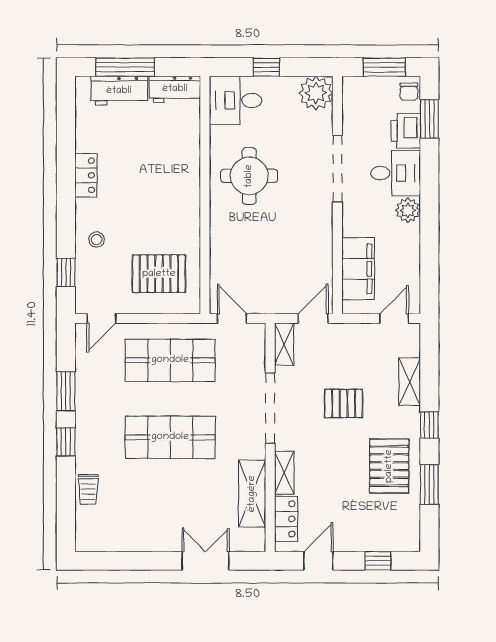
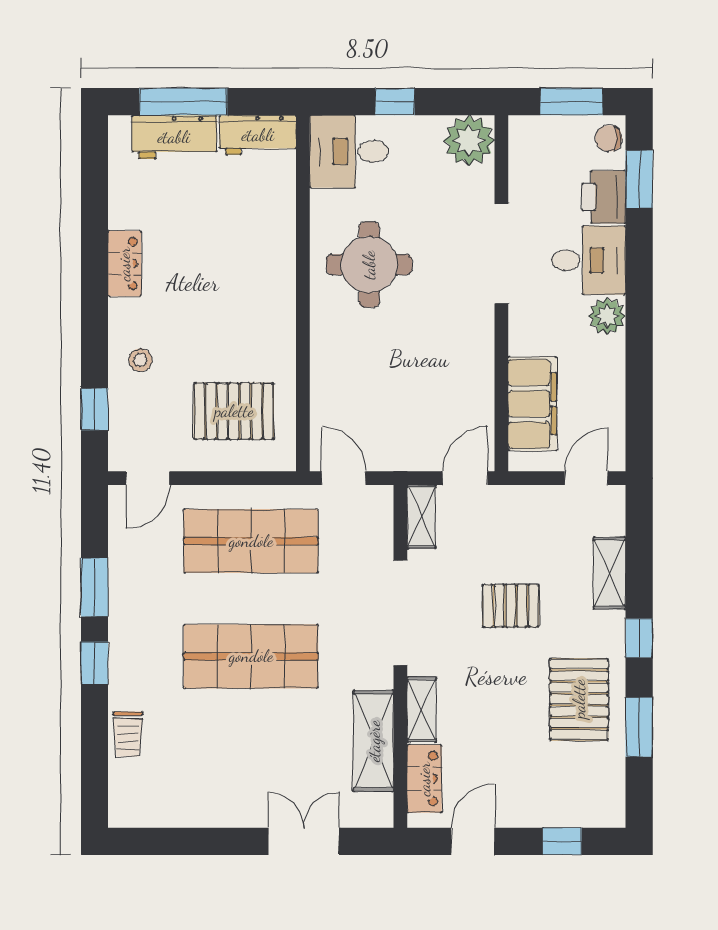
chair: (409, 92) -> (608, 138), turned 90

